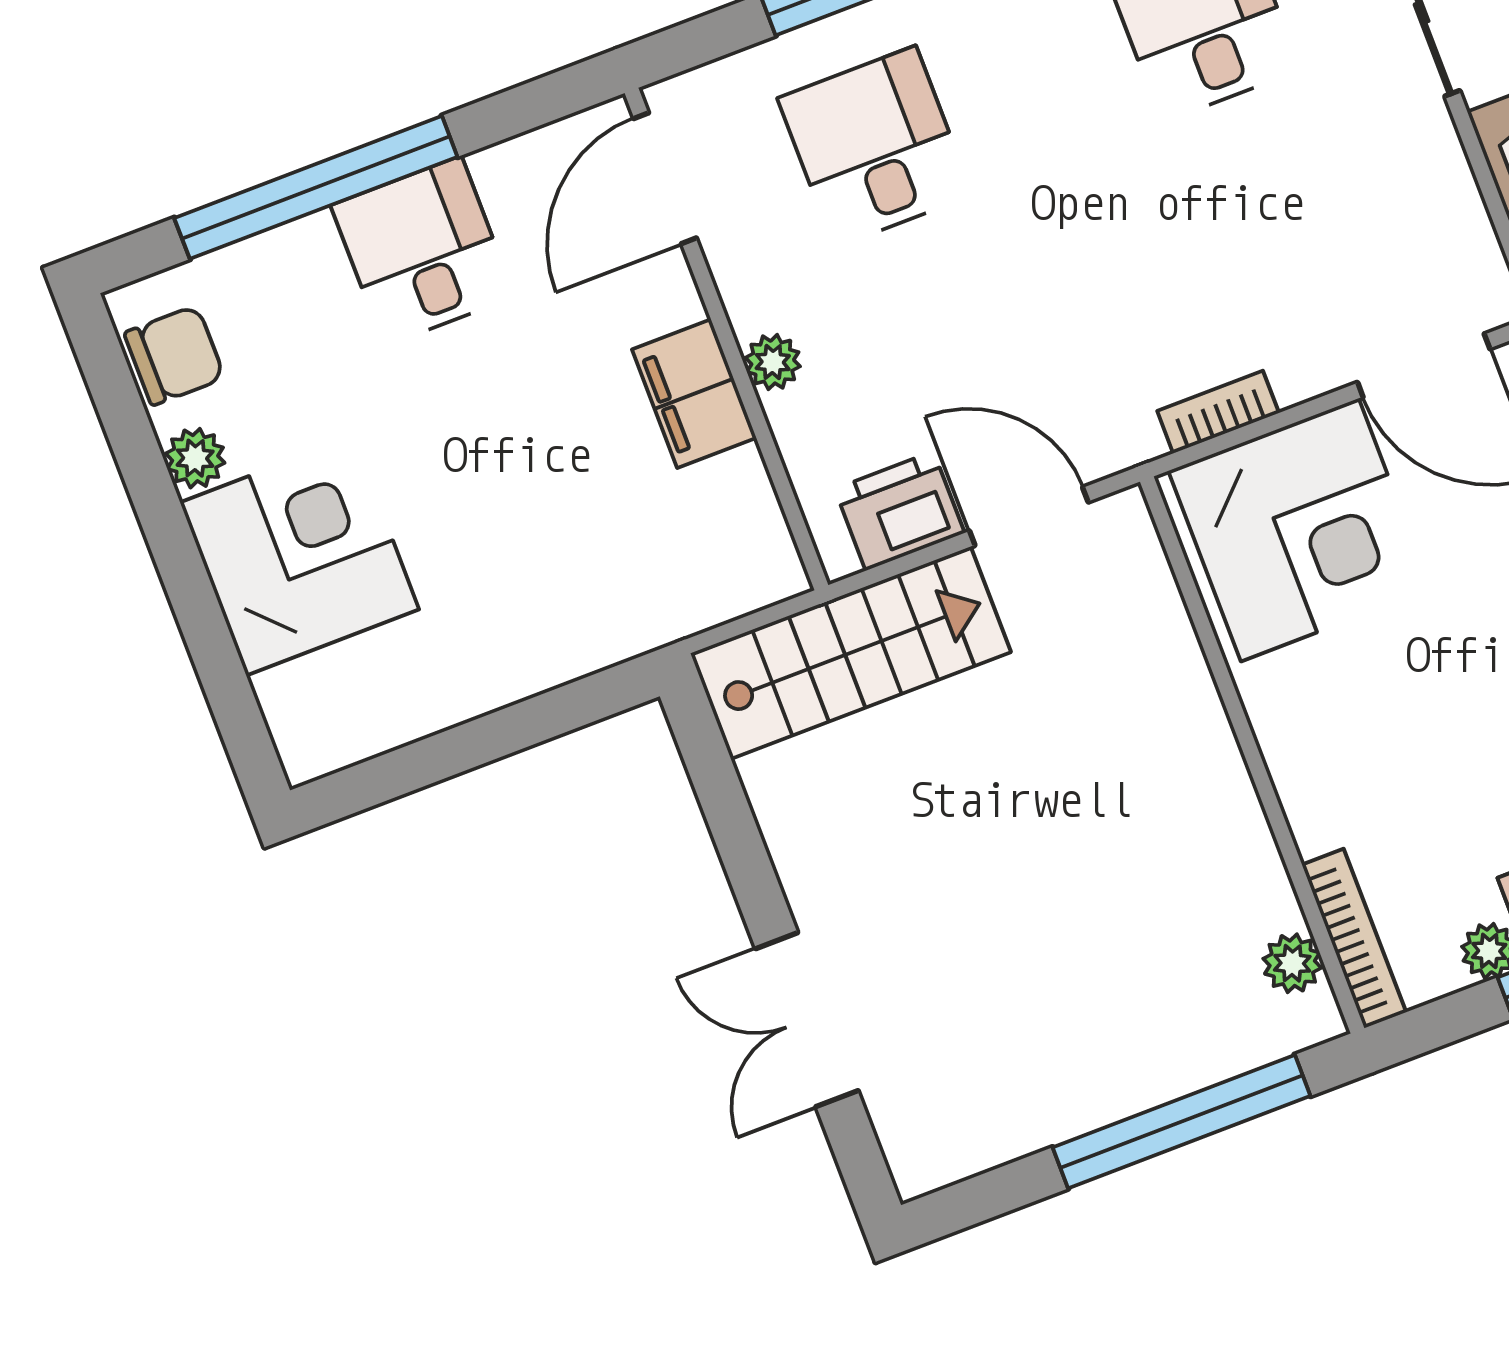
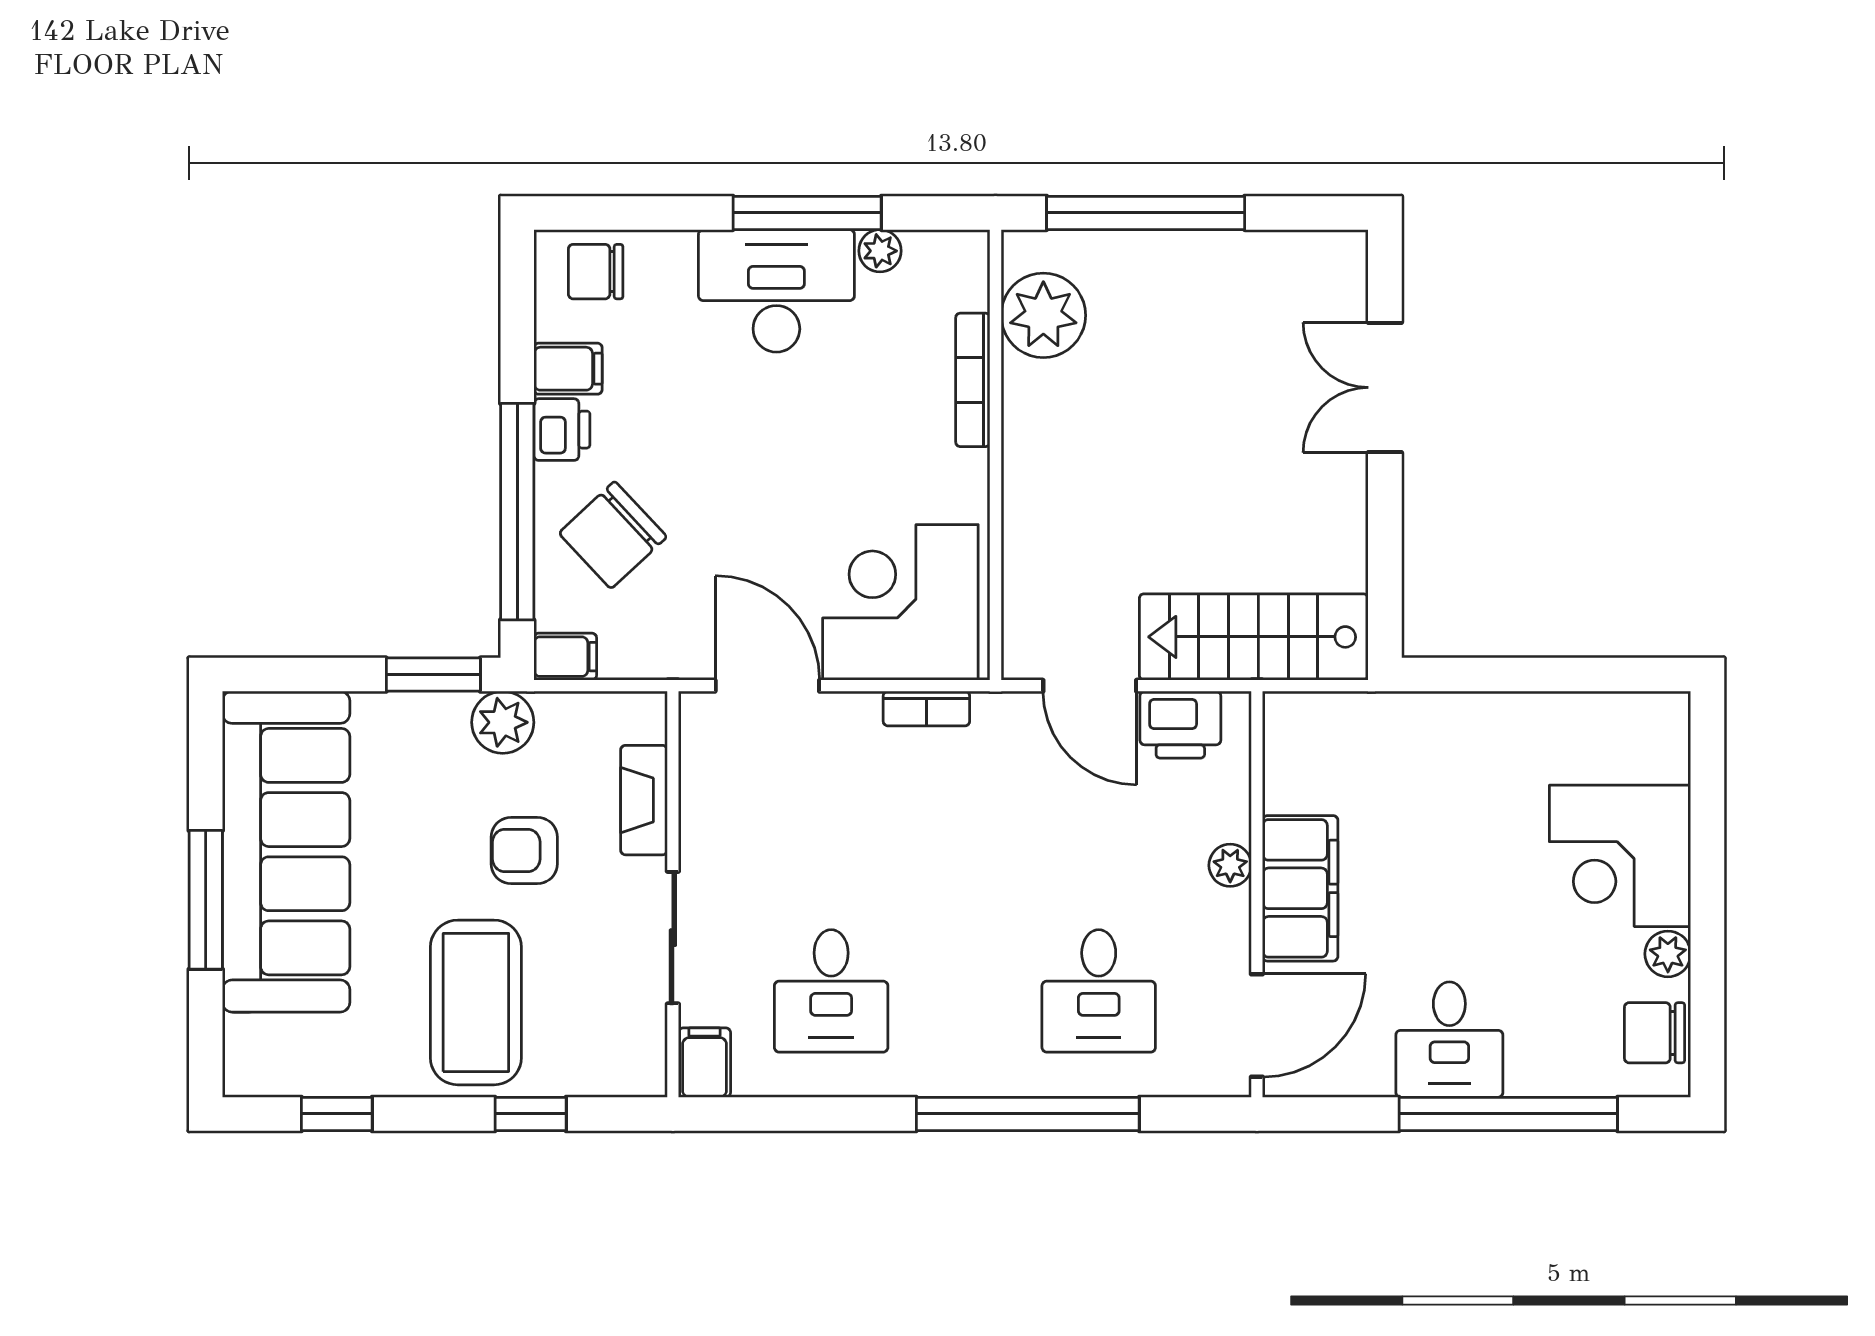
filing cabinet: (694, 394) -> (1300, 888), width x1.50, depth x1.17
bookcase: (1354, 938) -> (973, 380), moved
plant: (1292, 963) -> (1043, 315), width x1.87, depth x1.87
double door: (807, 1020) -> (1385, 387), swing flipped

